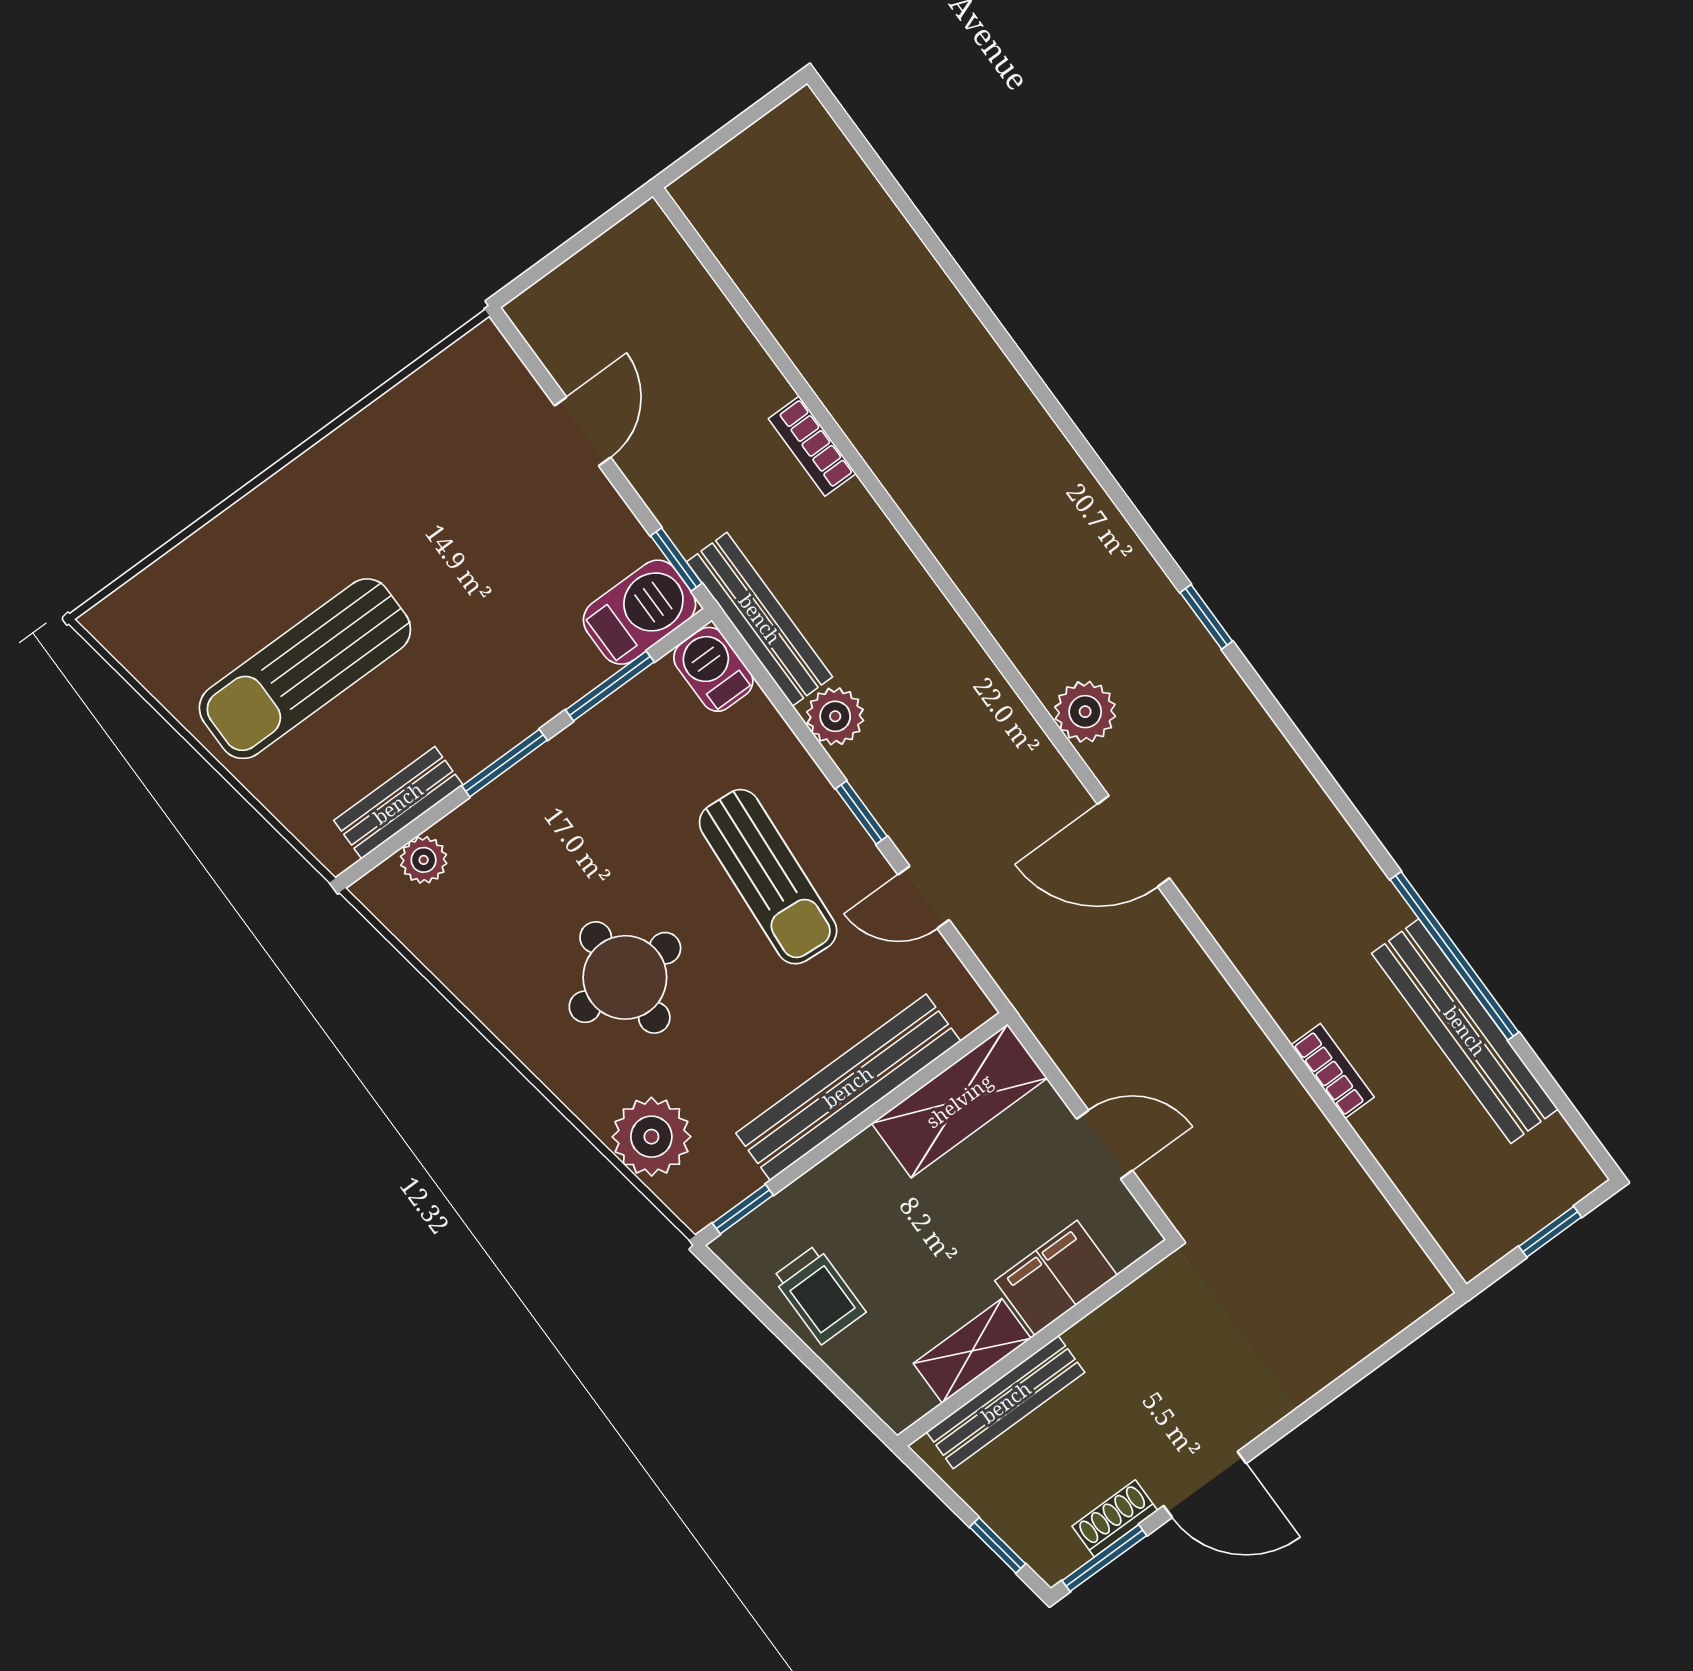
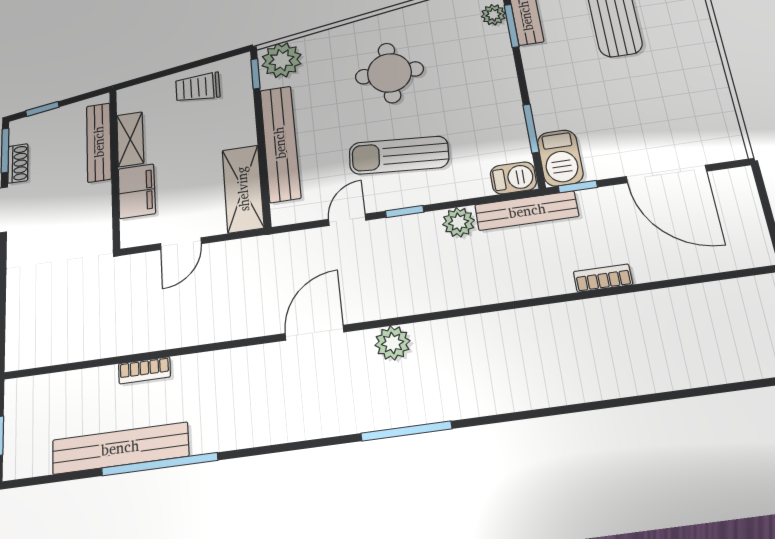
door: (583, 431) -> (666, 174), width x1.88
window: (1206, 617) -> (406, 431), width x2.17
window: (504, 763) -> (512, 26), moved
plant: (651, 1137) -> (282, 60), moved

